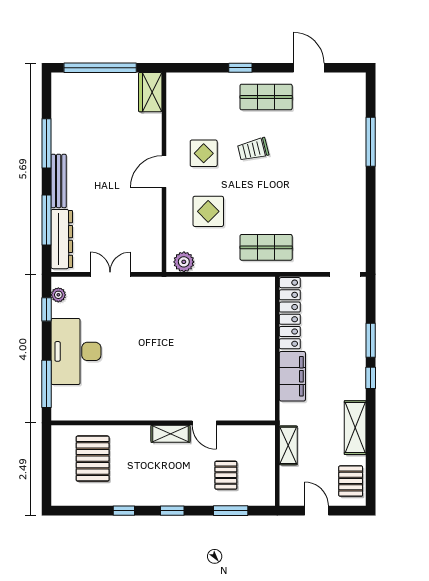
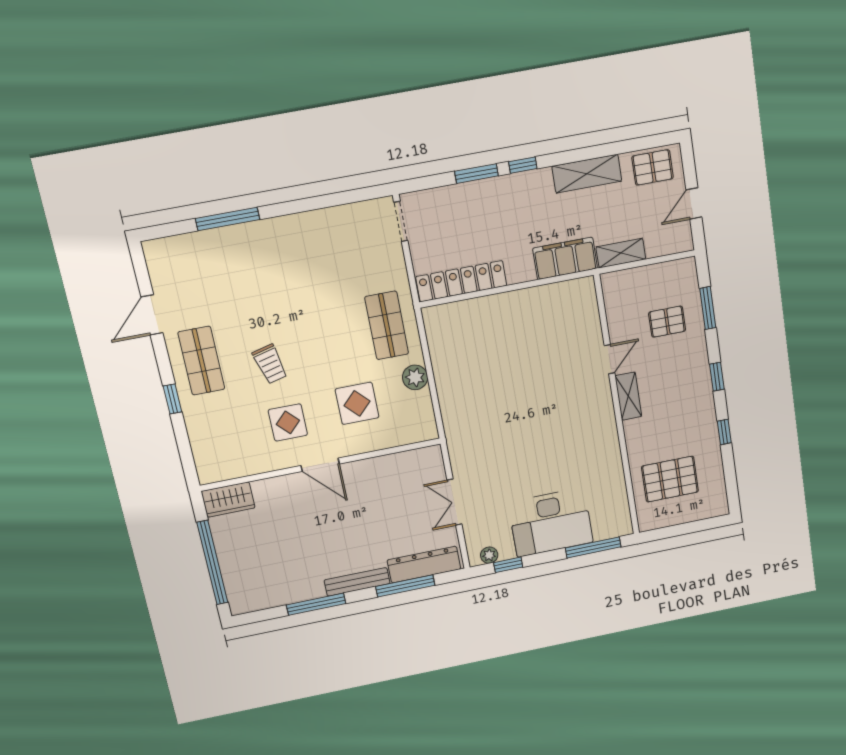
plant: (184, 262) -> (415, 377), moved
filing cabinet: (292, 376) -> (565, 258), moved

